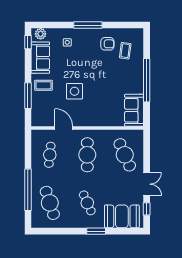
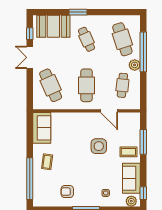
coffee table: (125, 51) -> (47, 162), moved
window: (147, 80) -> (30, 179), moved
plant: (37, 176) -> (135, 65), added

